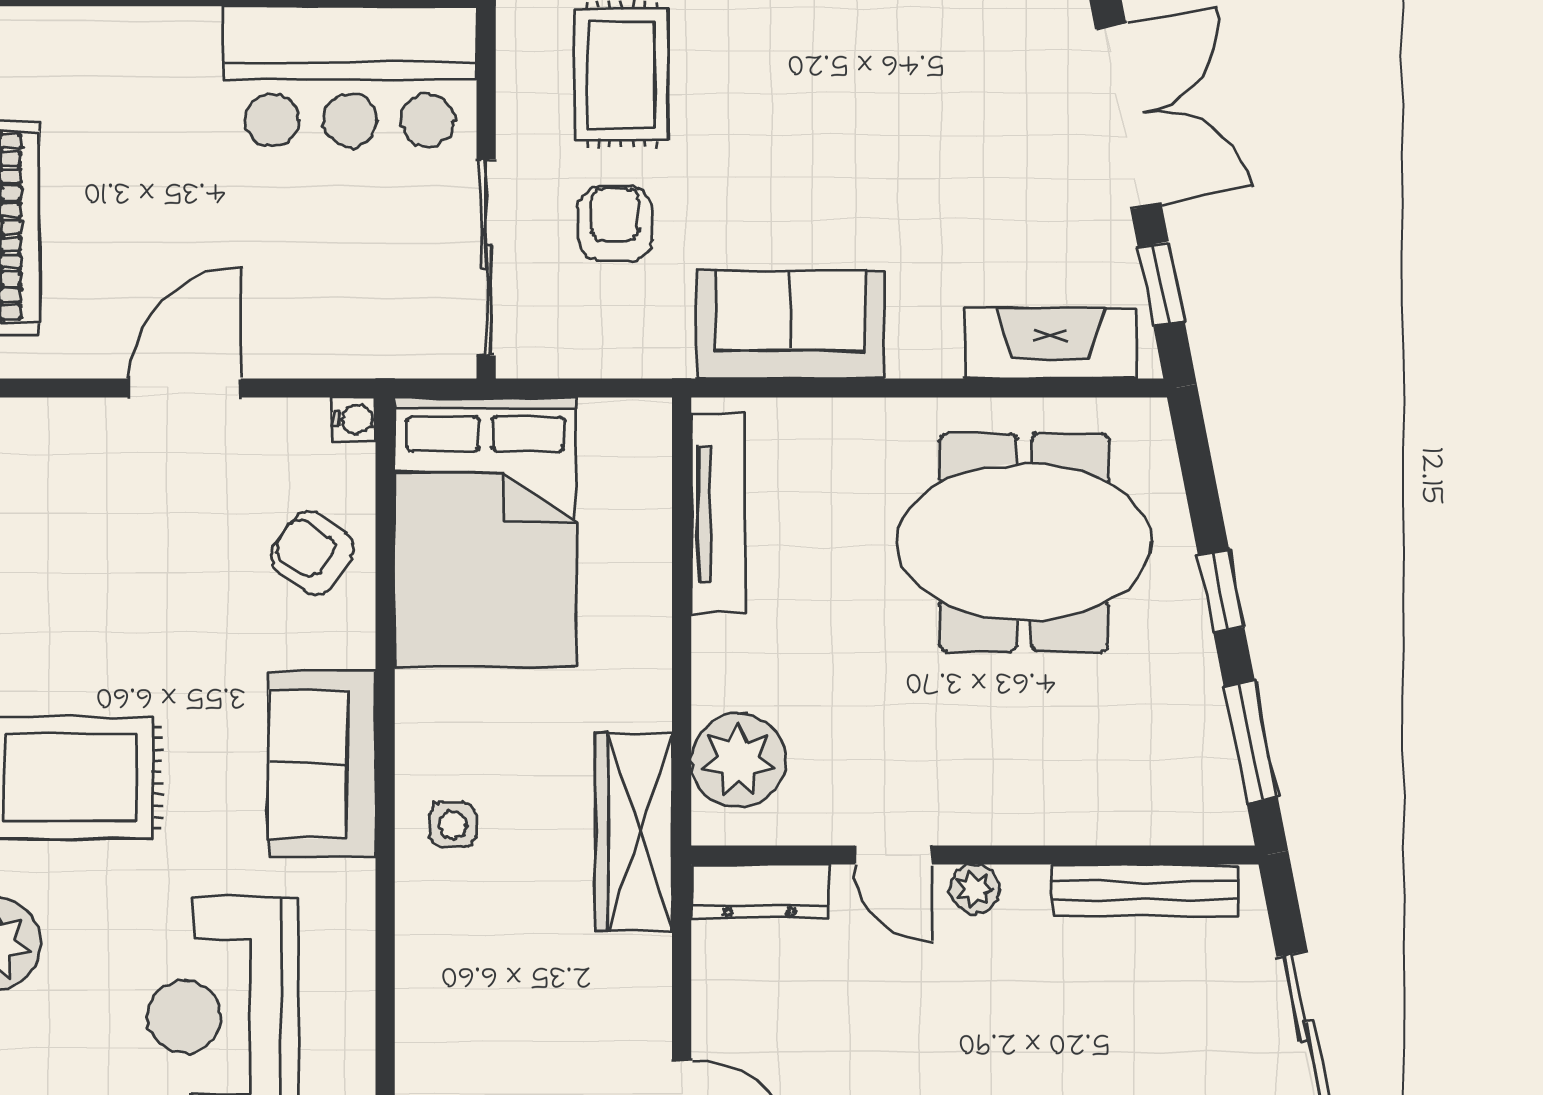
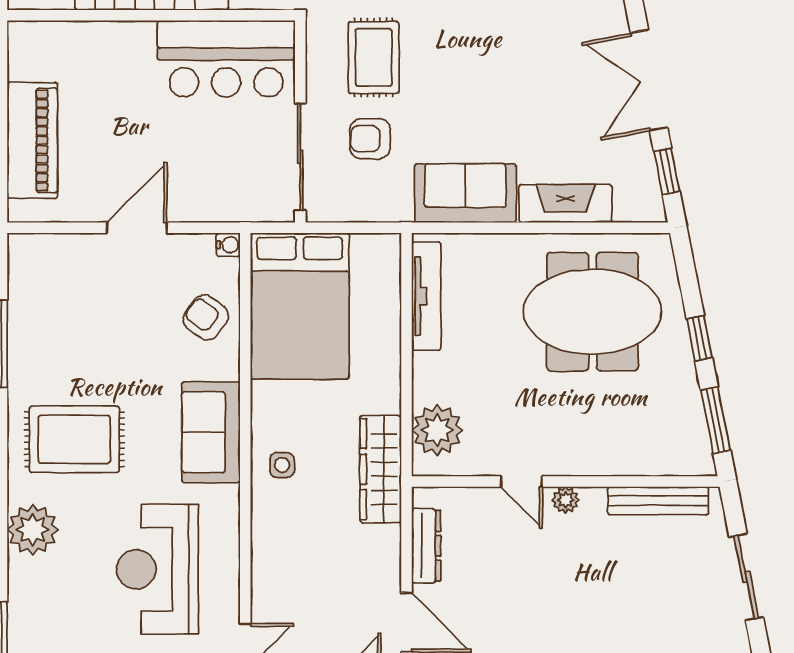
double door: (1128, 116) -> (649, 80), swing flipped
armchair: (615, 224) -> (370, 139), turned -90
fireplace: (1050, 343) -> (565, 204), moved
dresser: (760, 891) -> (426, 546), moved, turned -90

